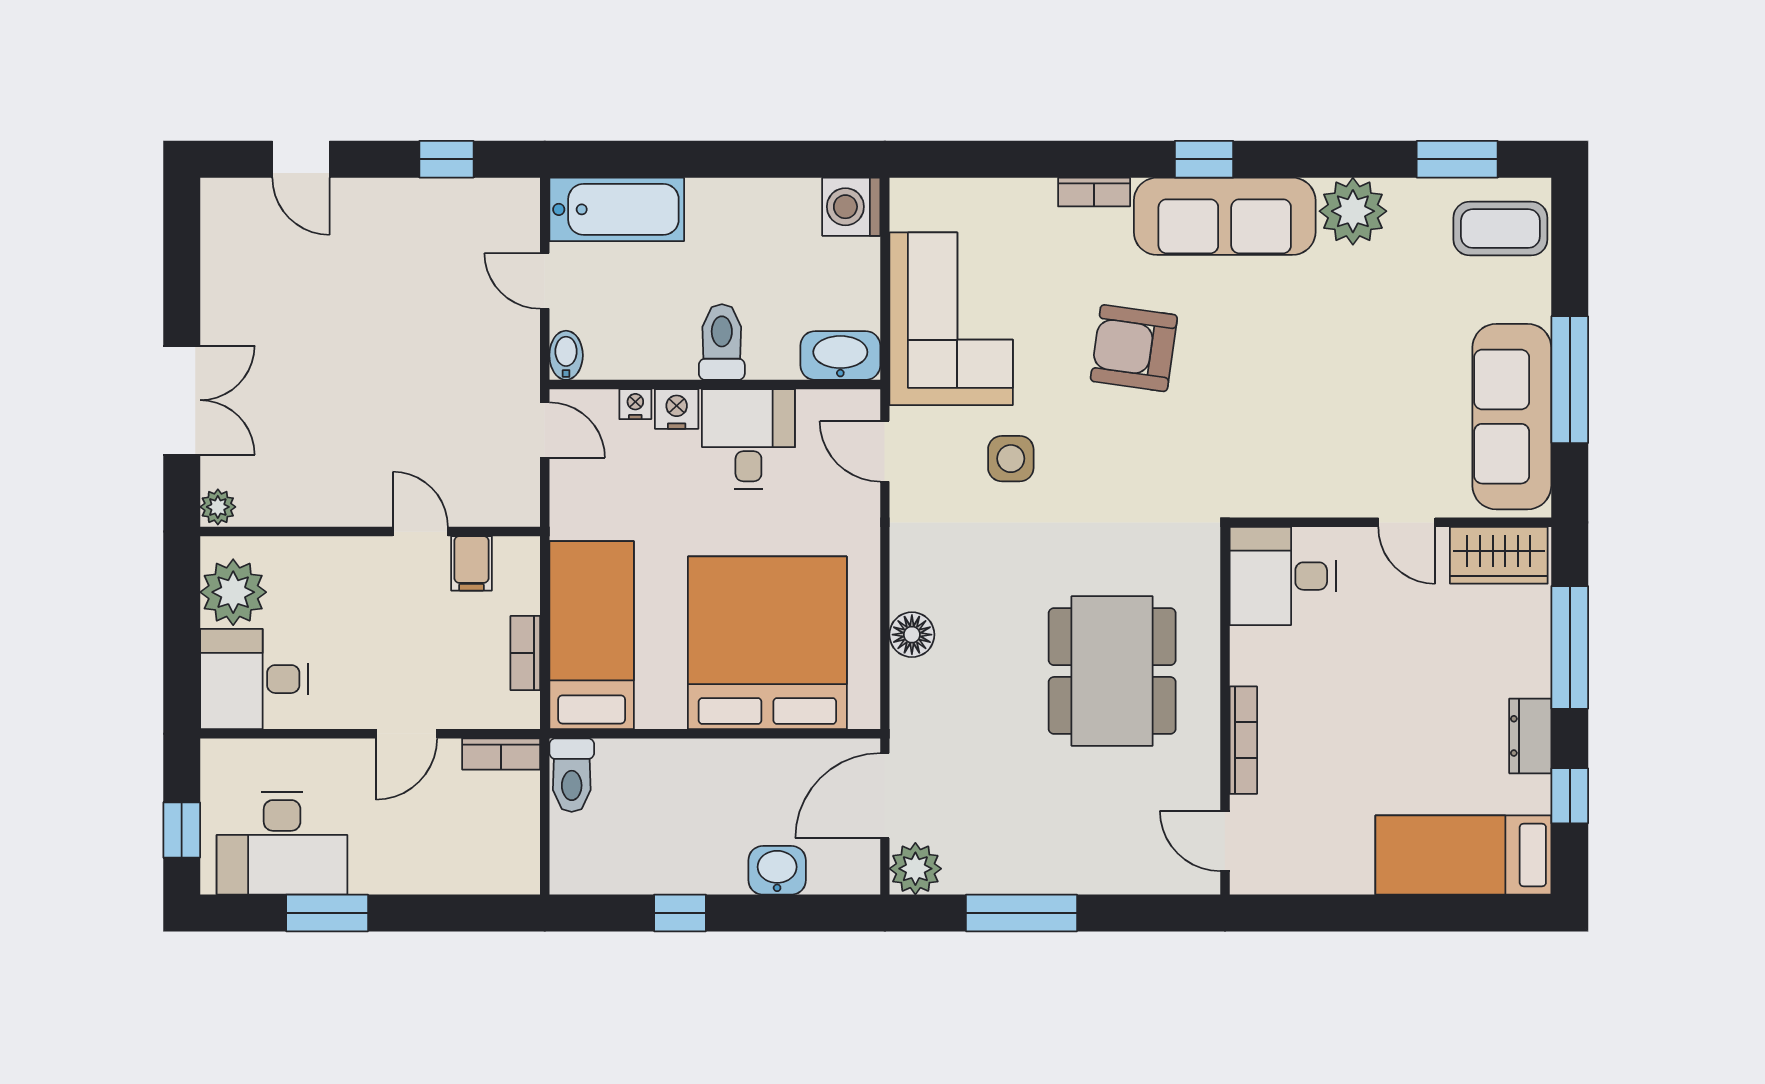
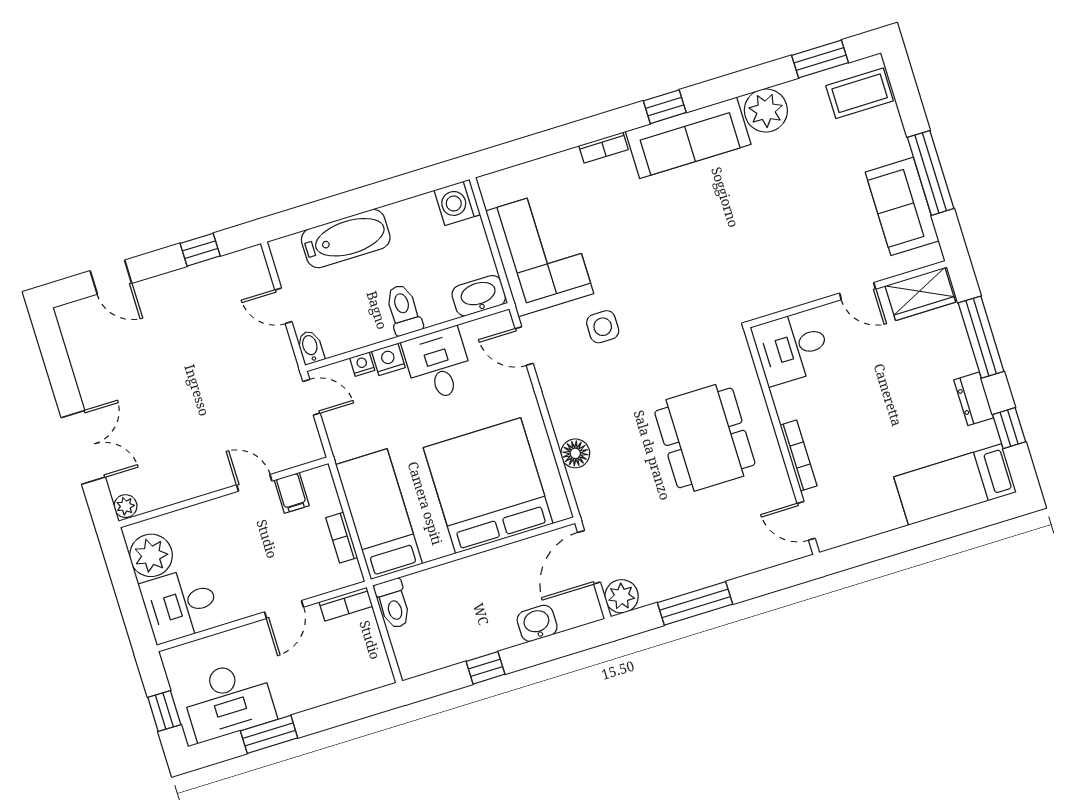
bathtub: (617, 209) -> (346, 239), moved
armchair: (1134, 348) -> (657, 236), removed
sofa: (1512, 417) -> (902, 206), width x0.73

